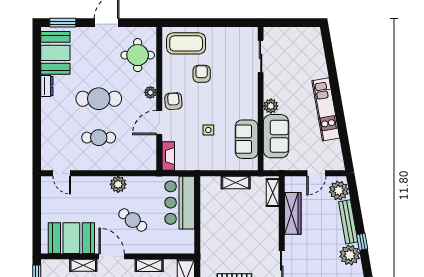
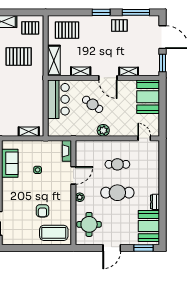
armchair: (173, 101) -> (63, 191), removed
shelving: (236, 183) -> (29, 132), moved
bar counter: (180, 203) -> (58, 99), moved
booth: (71, 238) -> (148, 97), moved, turned 90

